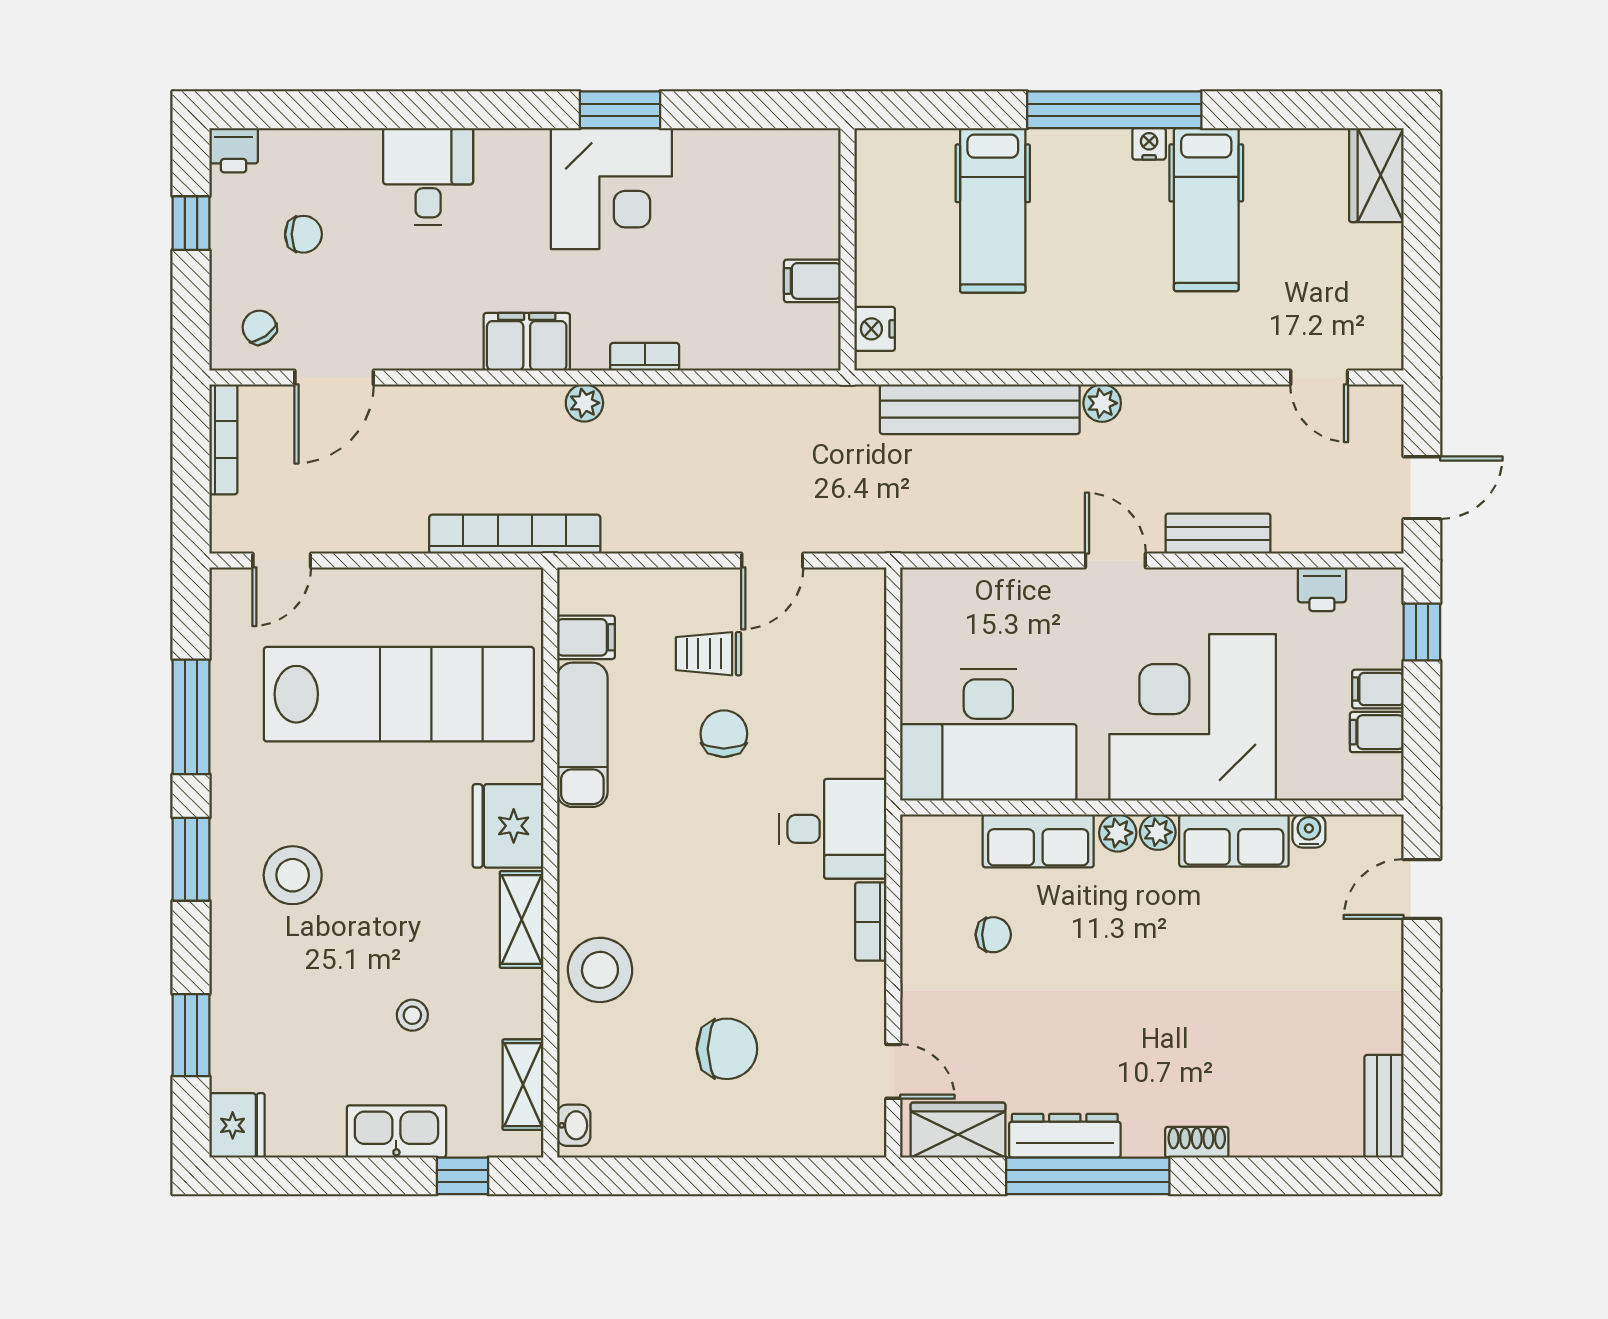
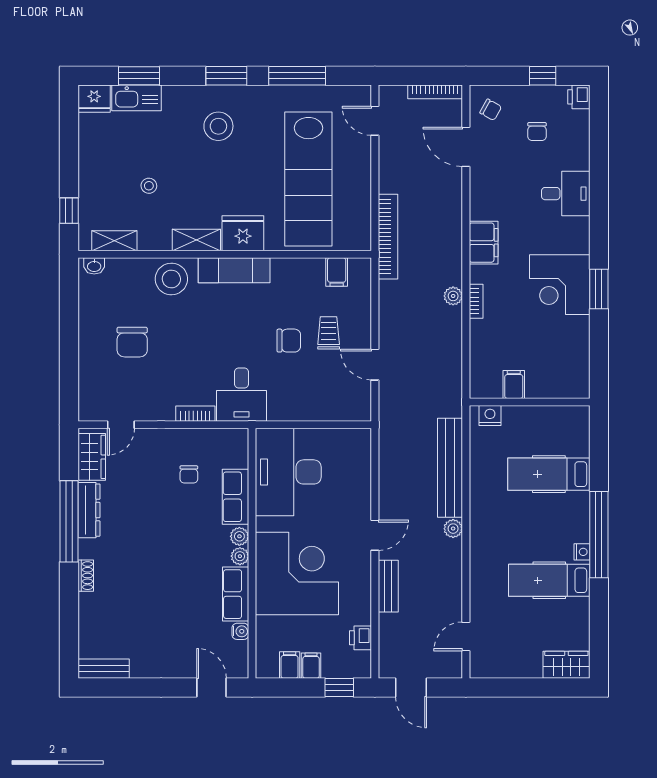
chair: (259, 327) -> (491, 110), turned 64
plant: (584, 403) -> (453, 296), moved
exam couch: (582, 735) -> (234, 270), moved
kitchen sink: (396, 1131) -> (137, 98), moved, turned 90

